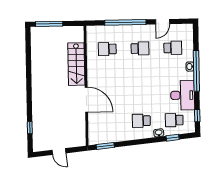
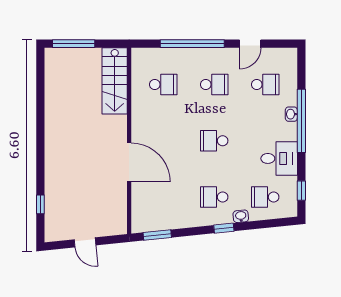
school desk: (107, 49) -> (163, 84), turned 180
stairs: (76, 64) -> (115, 81), moved
school desk: (141, 85) -> (214, 141), added
desk: (183, 95) -> (279, 158), width x0.73
window: (173, 138) -> (224, 228), moved

